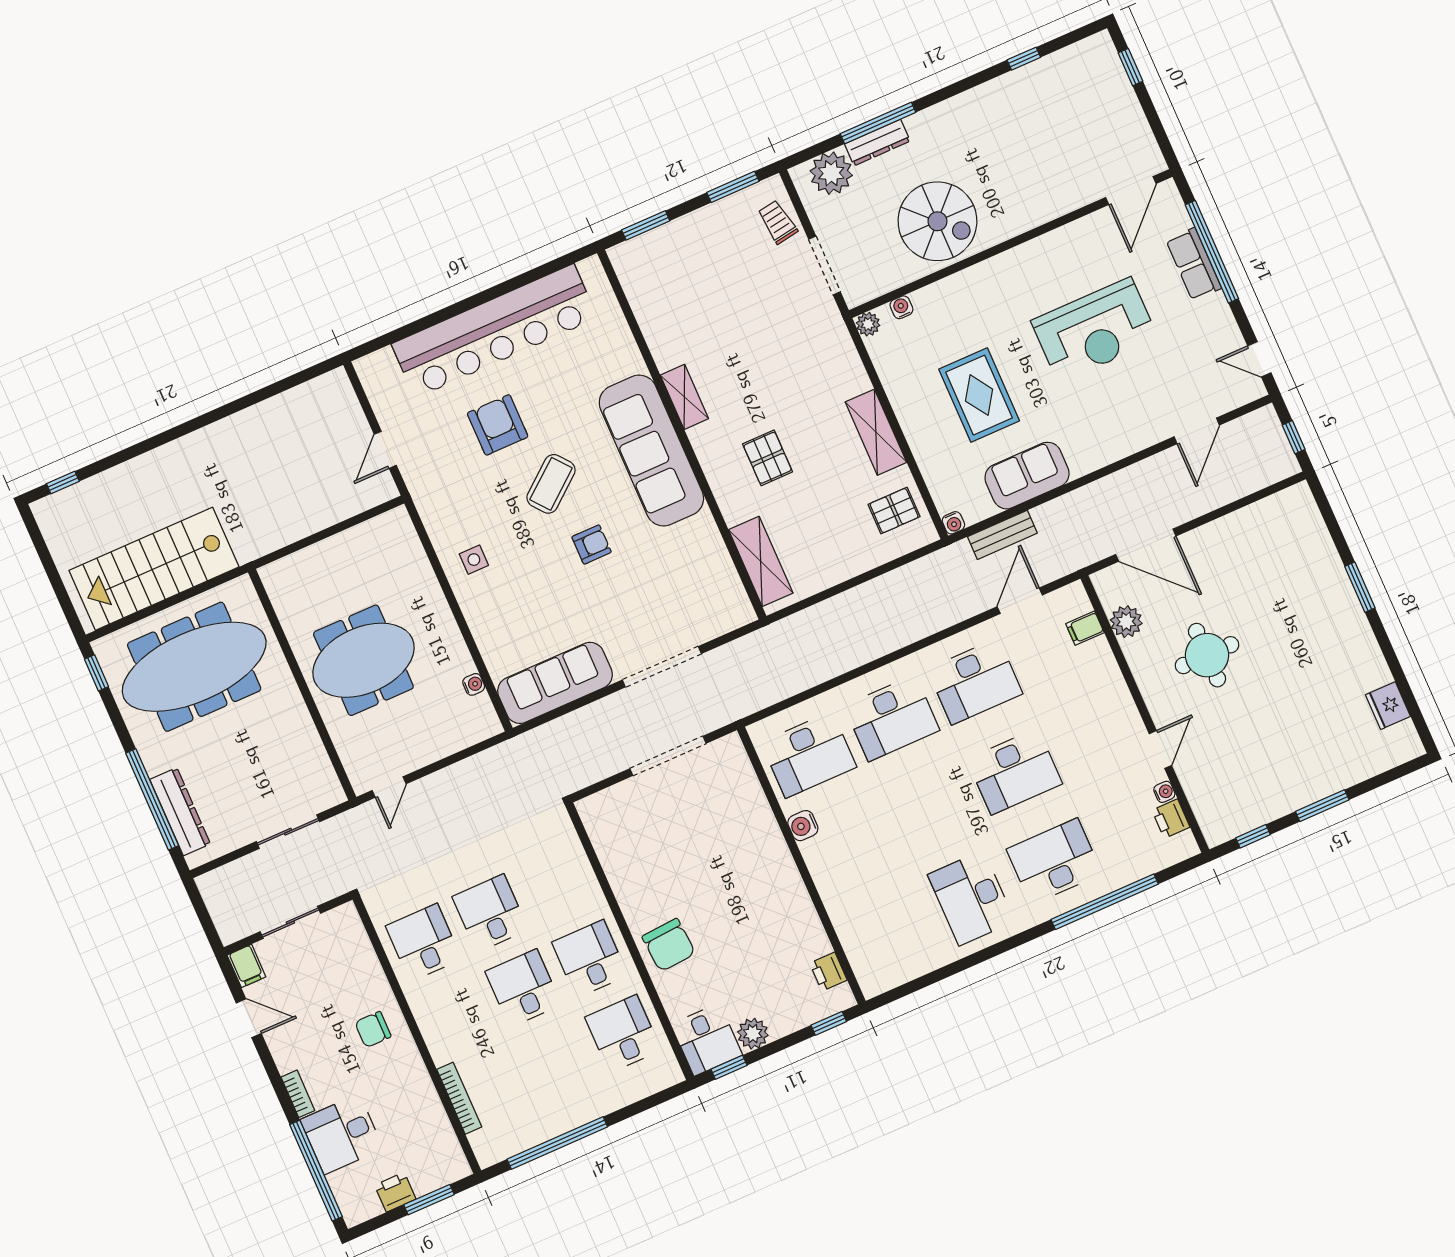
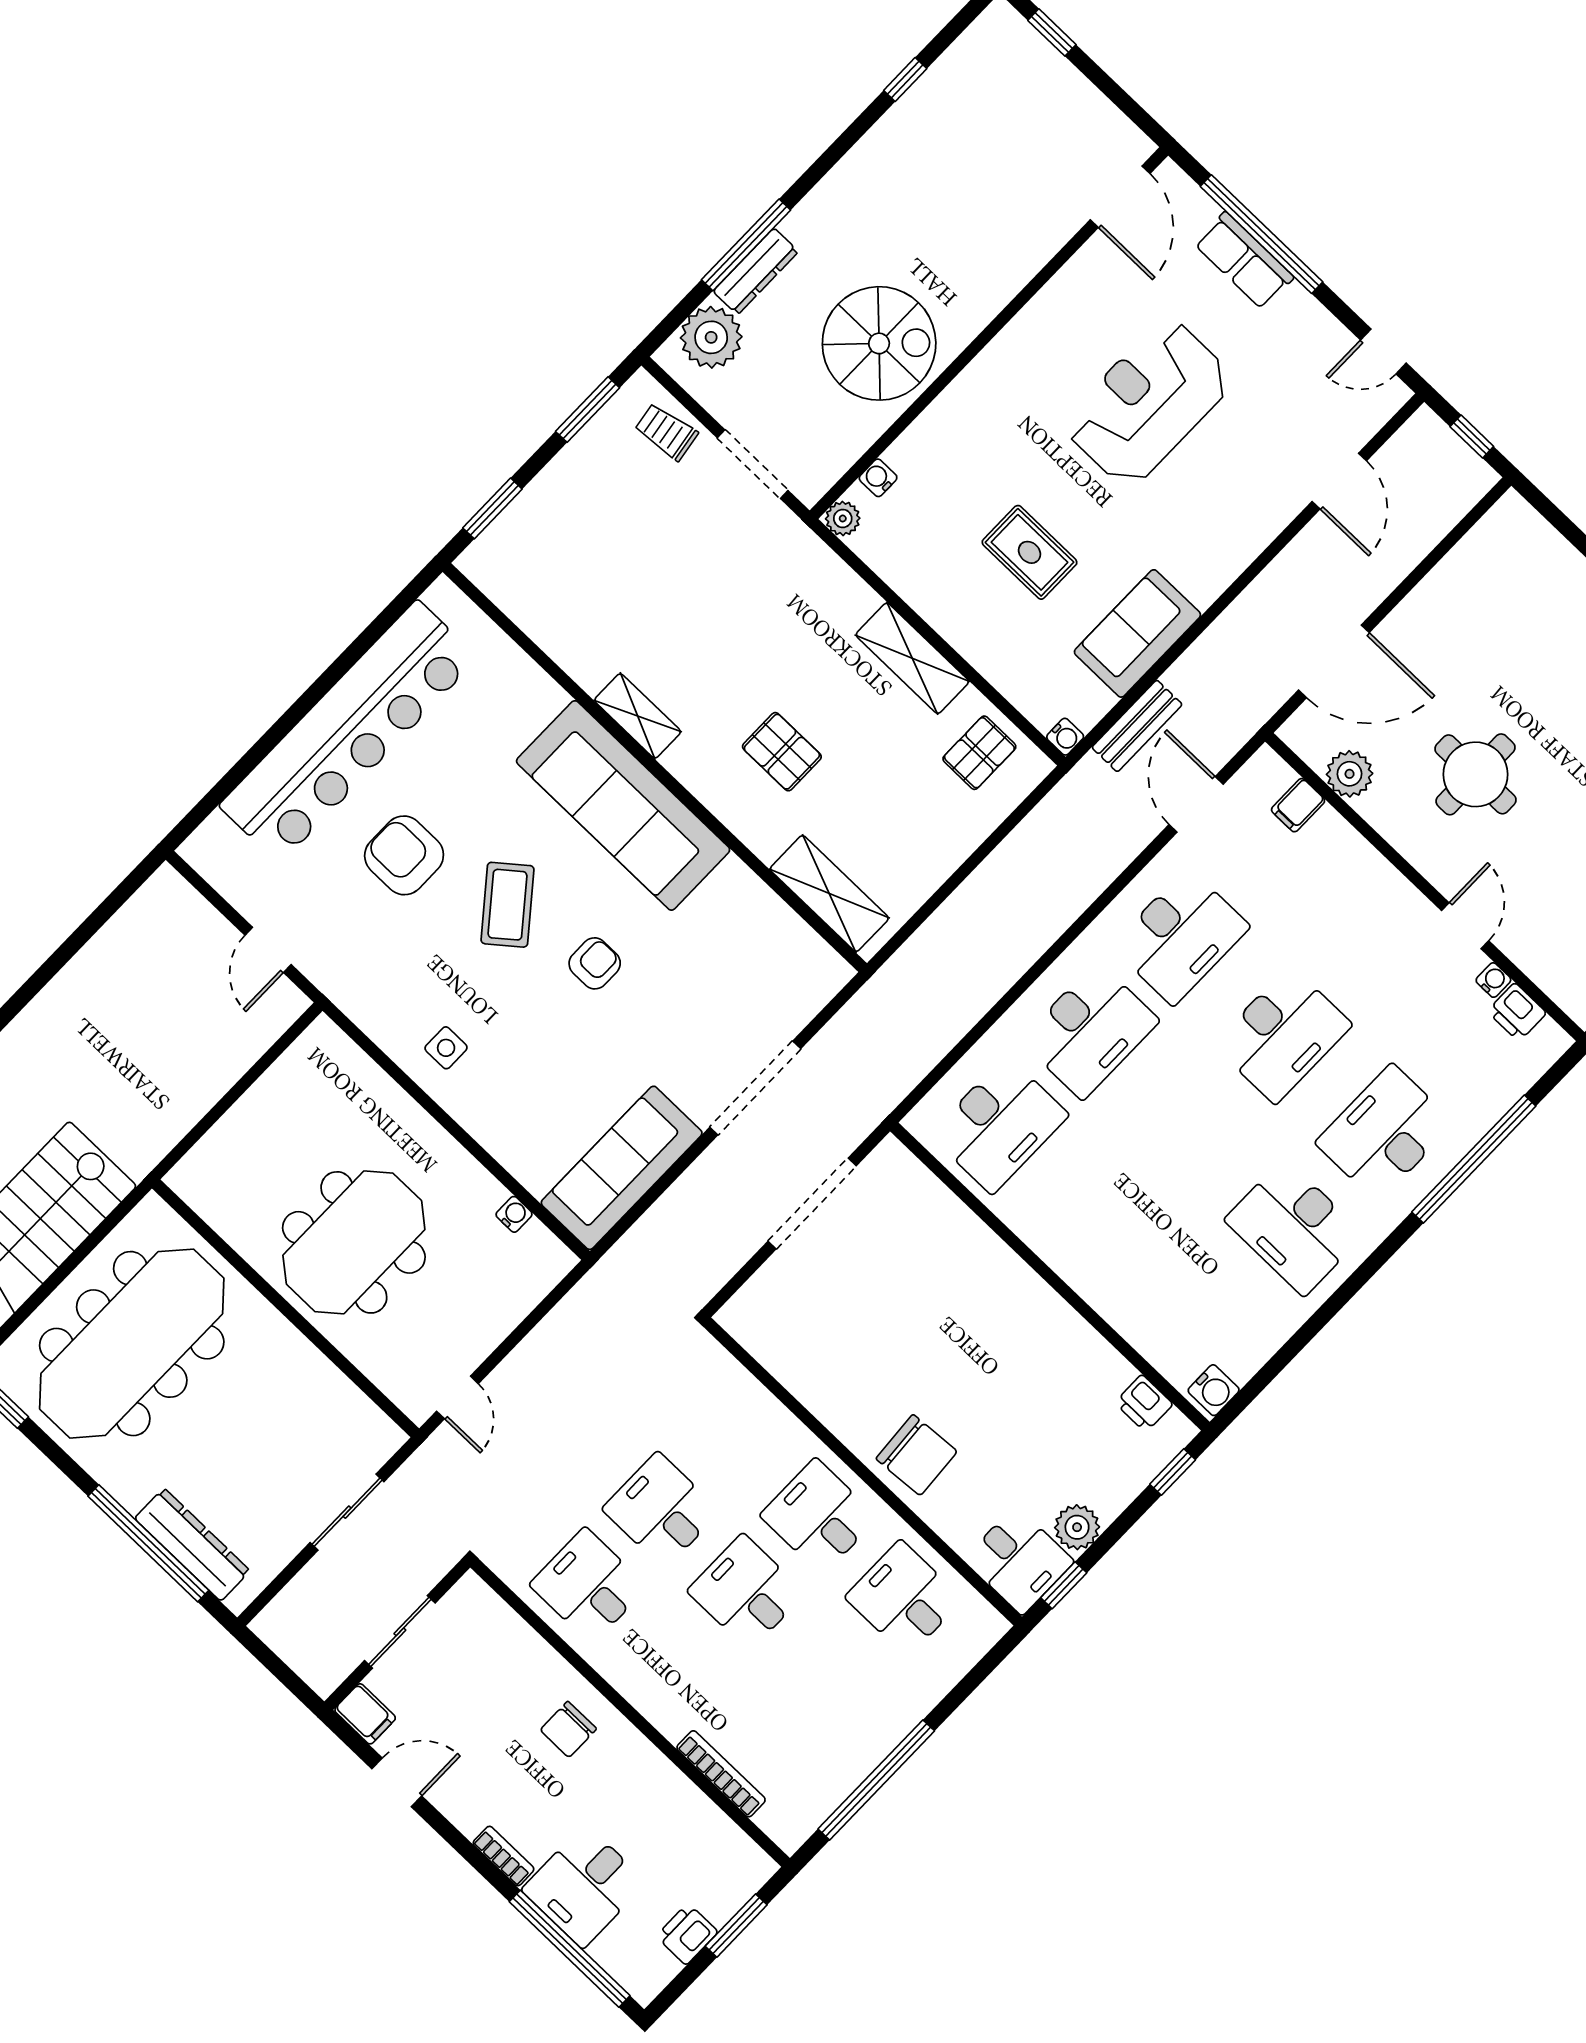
reception desk: (1095, 330) -> (1148, 402), turned 180
rug: (979, 395) -> (1030, 552), width x0.73, depth x0.70
water cooler: (803, 826) -> (1214, 1390), moved, turned -90

